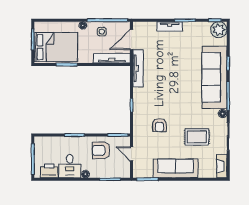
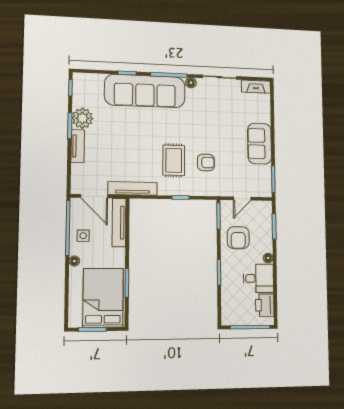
plant: (219, 30) -> (82, 118), moved
rug: (197, 137) -> (174, 160), moved
sofa: (176, 168) -> (260, 144), width x0.73

